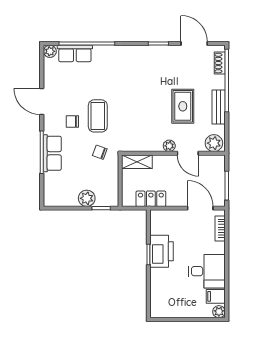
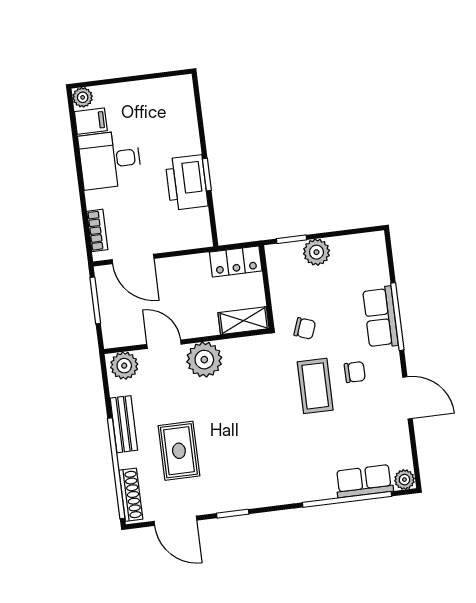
shoe rack: (220, 63) -> (131, 495), width x1.43
rug: (183, 106) -> (179, 451), moved
plant: (169, 146) -> (204, 360), width x1.88, depth x1.88
locker: (151, 199) -> (236, 261), moved

